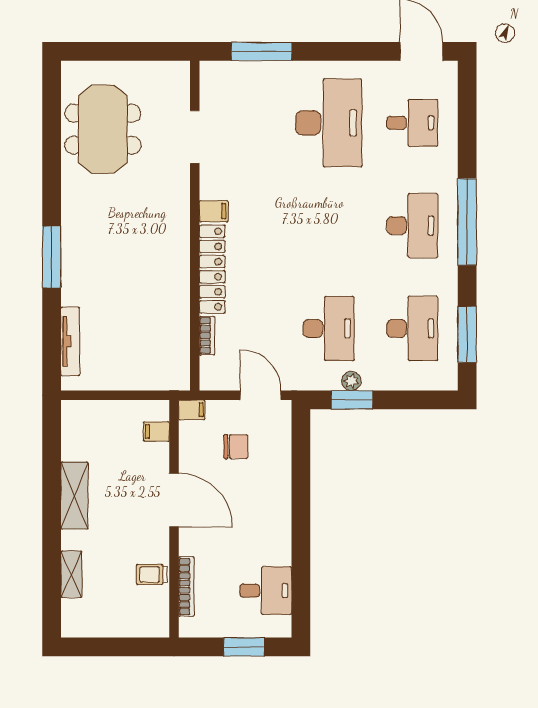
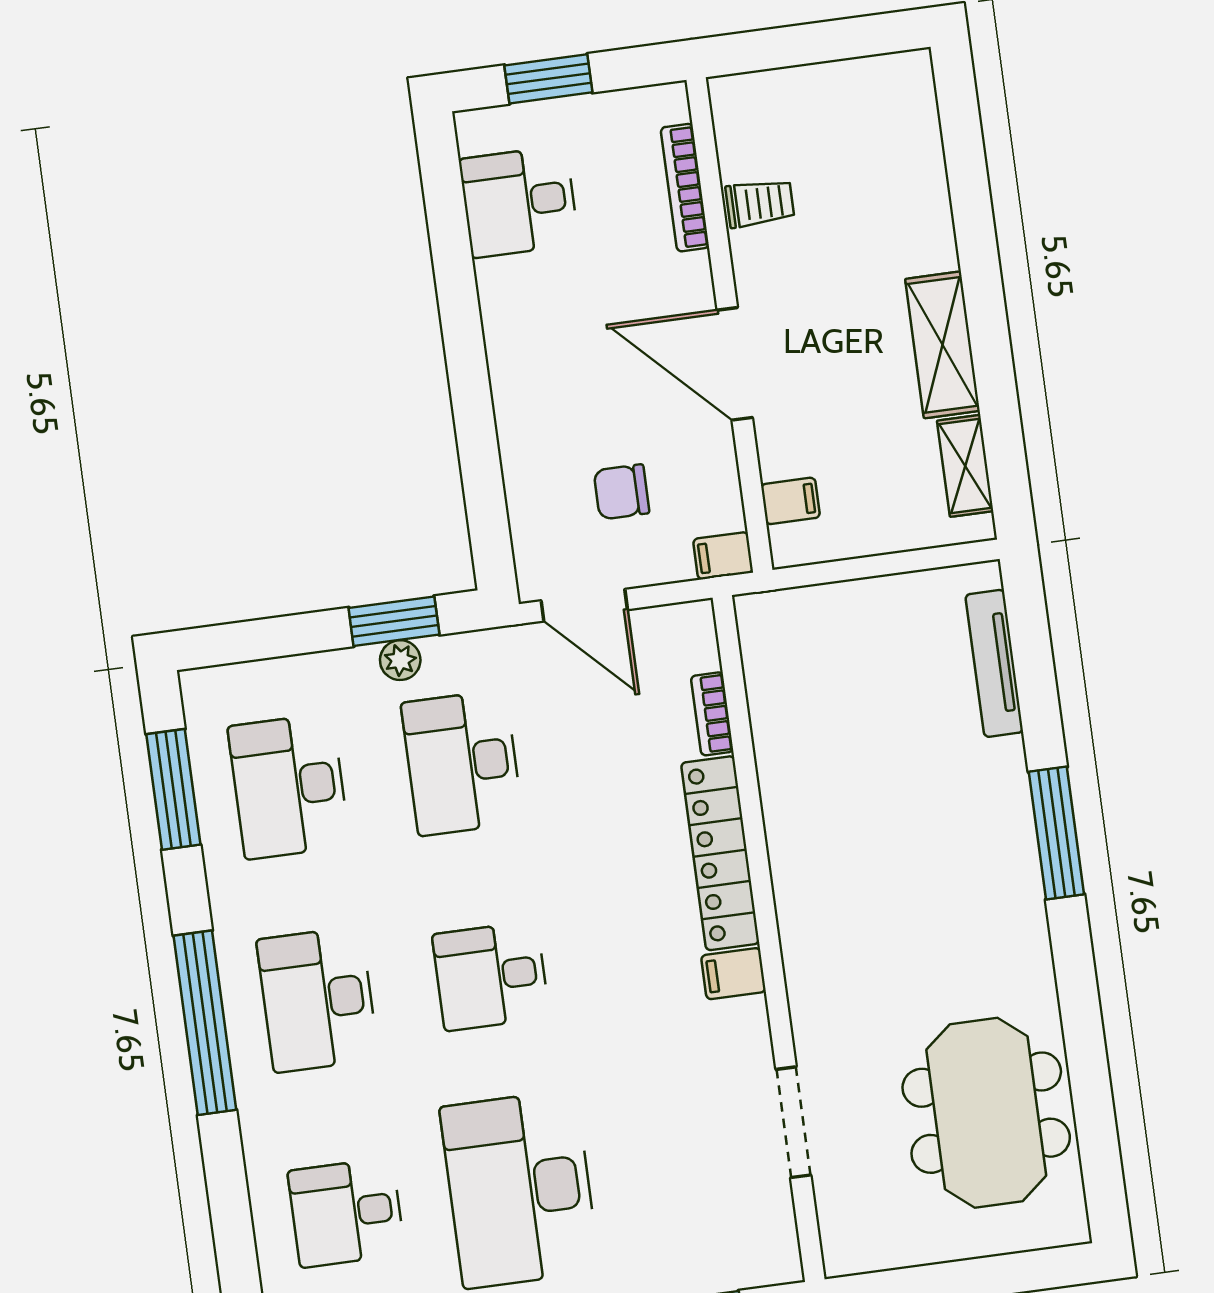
desk: (329, 226) -> (491, 976), added
shelving: (71, 574) -> (965, 466), moved

